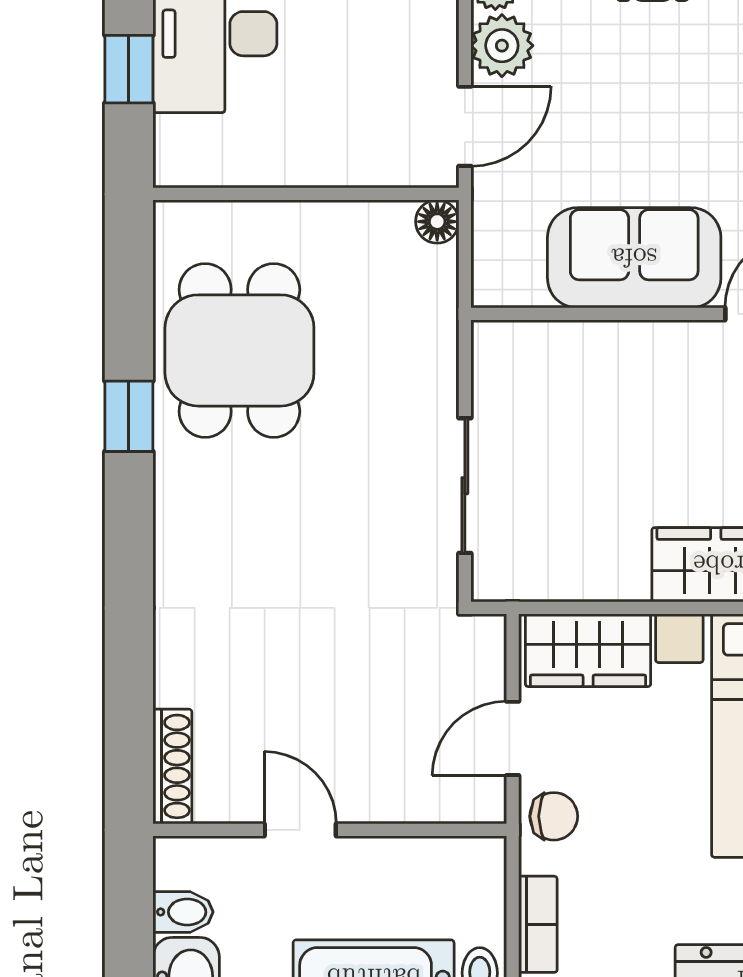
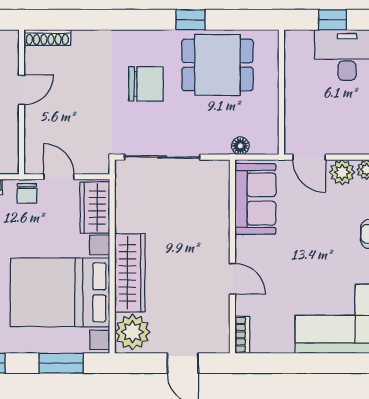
floor lamp: (437, 222) -> (240, 146), moved
sofa: (634, 258) -> (255, 199), moved
sliding door: (465, 486) -> (162, 157), width x1.37
chair: (286, 525) -> (146, 84), added

